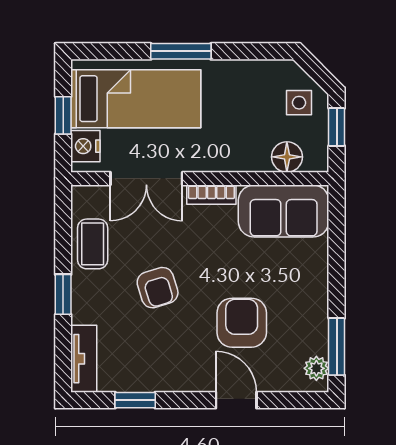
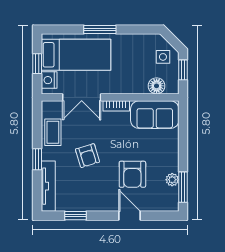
armchair: (242, 323) -> (132, 174), turned 180
tv unit: (84, 359) -> (48, 186), width x1.41
plant: (316, 368) -> (172, 180), moved

